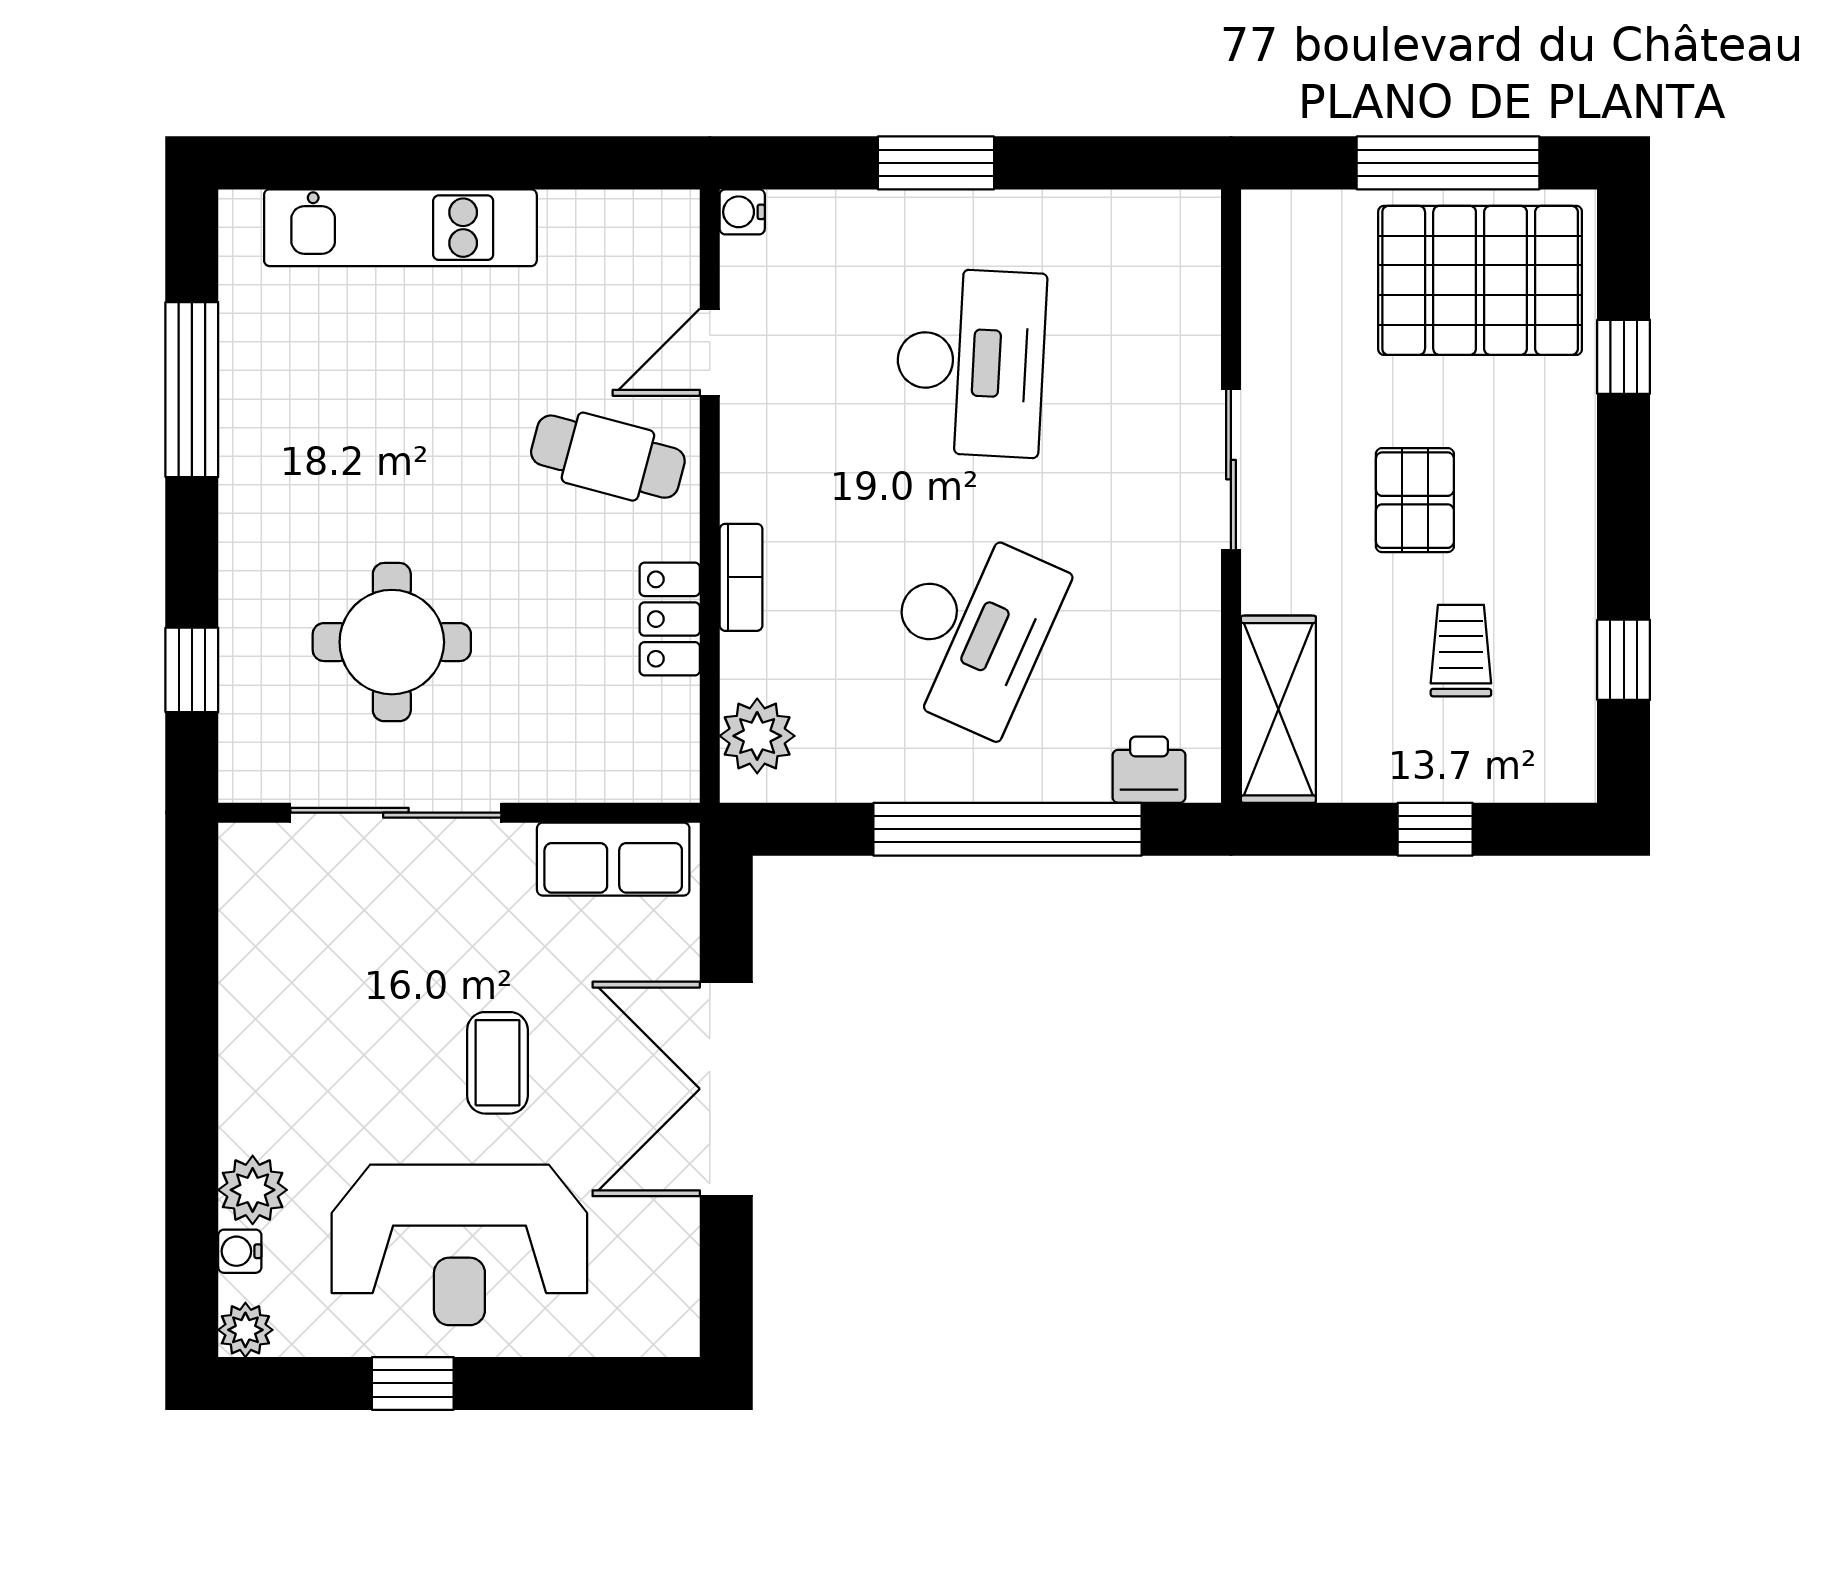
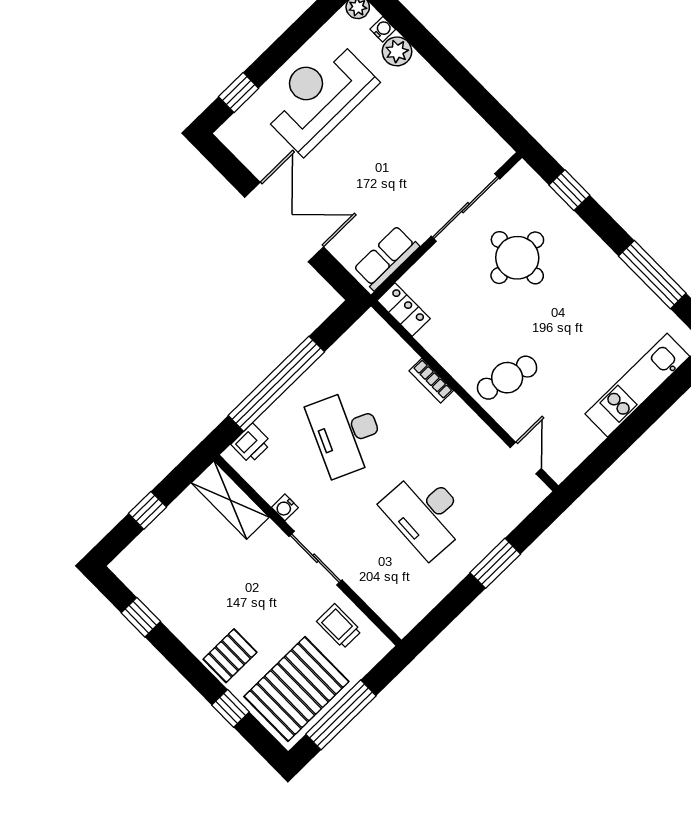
water cooler: (742, 212) -> (285, 507), moved, turned 180
door: (710, 352) -> (526, 458), moved
pallet: (1415, 500) -> (230, 656), moved, turned 90
locker: (670, 619) -> (404, 310), moved
trolley: (1461, 651) -> (339, 626), moved, turned 180
plant: (757, 736) -> (379, 338), removed
coffee table: (497, 1063) -> (361, 162), removed
window: (413, 1383) -> (239, 92), moved

